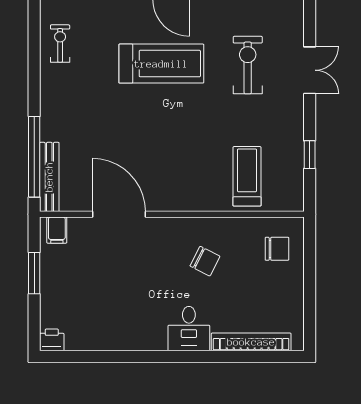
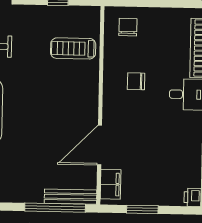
filing cabinet: (57, 230) -> (111, 184), width x2.00
chair: (205, 261) -> (136, 81), turned -117

